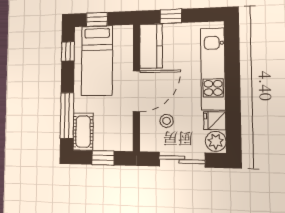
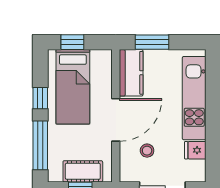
window: (171, 16) -> (152, 42), width x1.50
window: (68, 51) -> (40, 98), moved
cot: (83, 132) -> (83, 171), moved, turned 90
plant: (216, 141) -> (196, 171), removed

